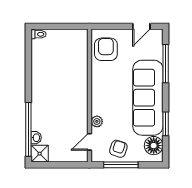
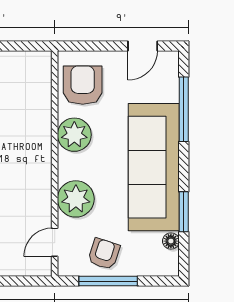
plant: (101, 79) -> (74, 135), added
plant: (97, 121) -> (76, 199), width x1.88, depth x1.88
floor lamp: (154, 146) -> (171, 241), width x0.53, depth x0.53

